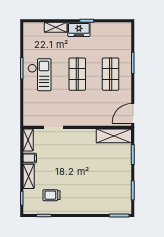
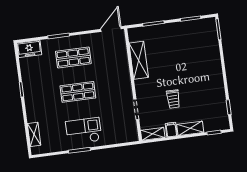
shelving: (56, 27) -> (34, 134), moved
freezer: (79, 29) -> (29, 49), moved, turned 90
door: (133, 113) -> (111, 29), swing flipped
shelving: (114, 136) -> (139, 60), moved
trolley: (51, 195) -> (173, 99), moved

